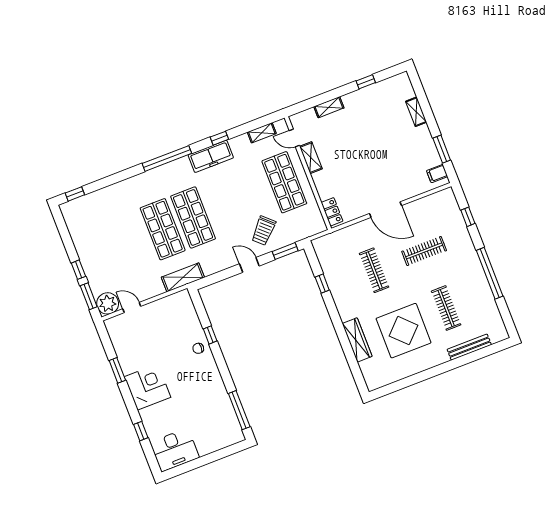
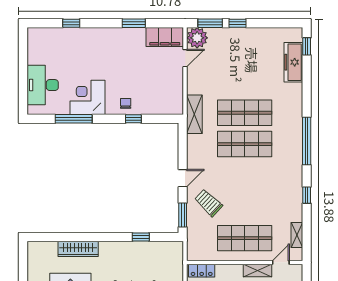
freezer: (211, 156) -> (293, 62), moved
filing cabinet: (119, 335) -> (165, 37), added
corner desk: (148, 387) -> (88, 97), moved, turned 180
window: (239, 410) -> (74, 119), moved
desk: (175, 450) -> (43, 85), moved

